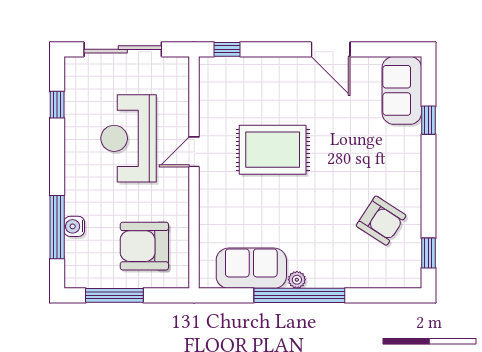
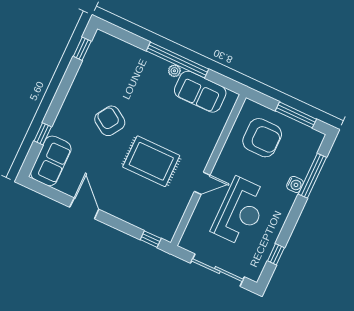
armchair: (381, 221) -> (110, 121), moved
water cooler: (74, 226) -> (295, 184), moved

